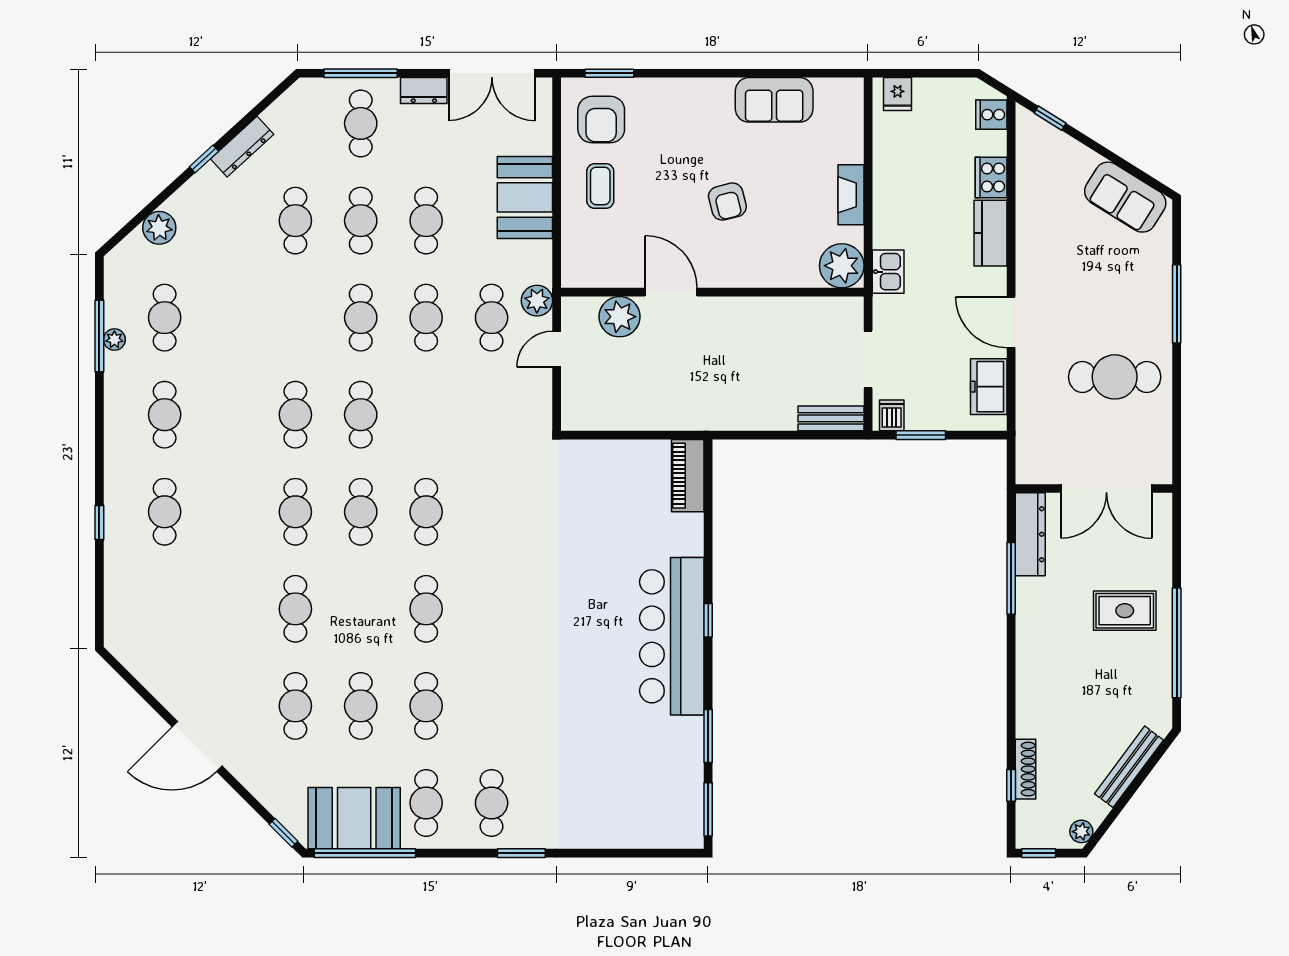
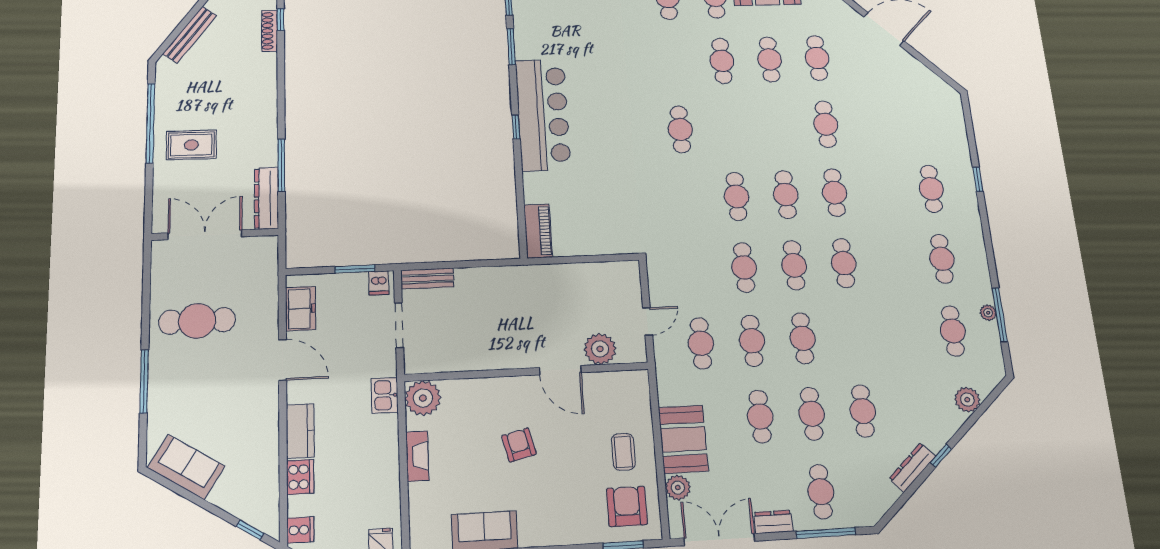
plant: (537, 301) -> (678, 488), moved
cafe table: (426, 415) -> (744, 267), added
cafe table: (426, 609) -> (680, 129), moved

